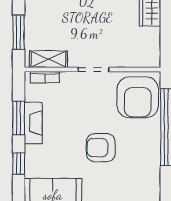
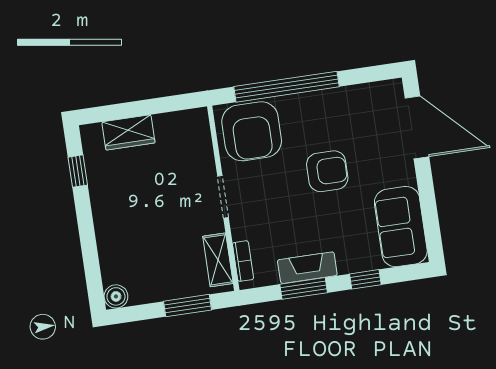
armchair: (138, 97) -> (252, 131), turned 90
armchair: (101, 148) -> (327, 171), turned -90

